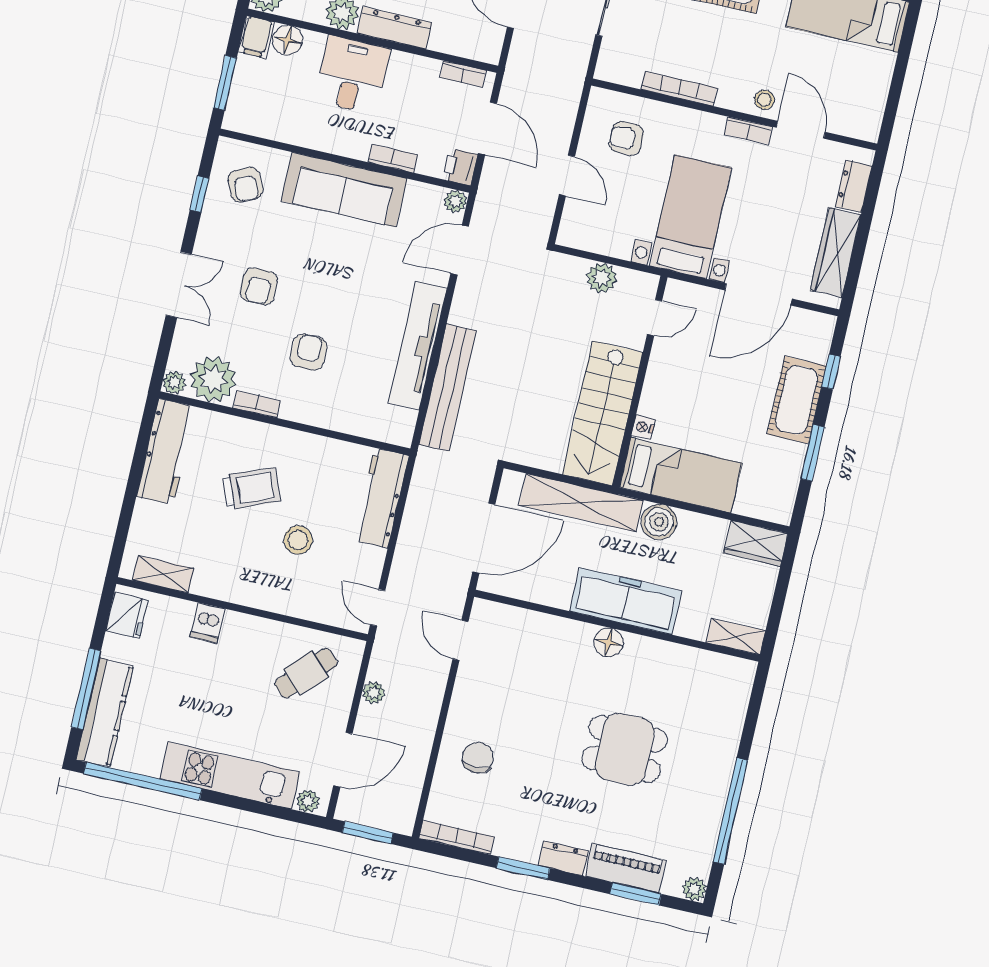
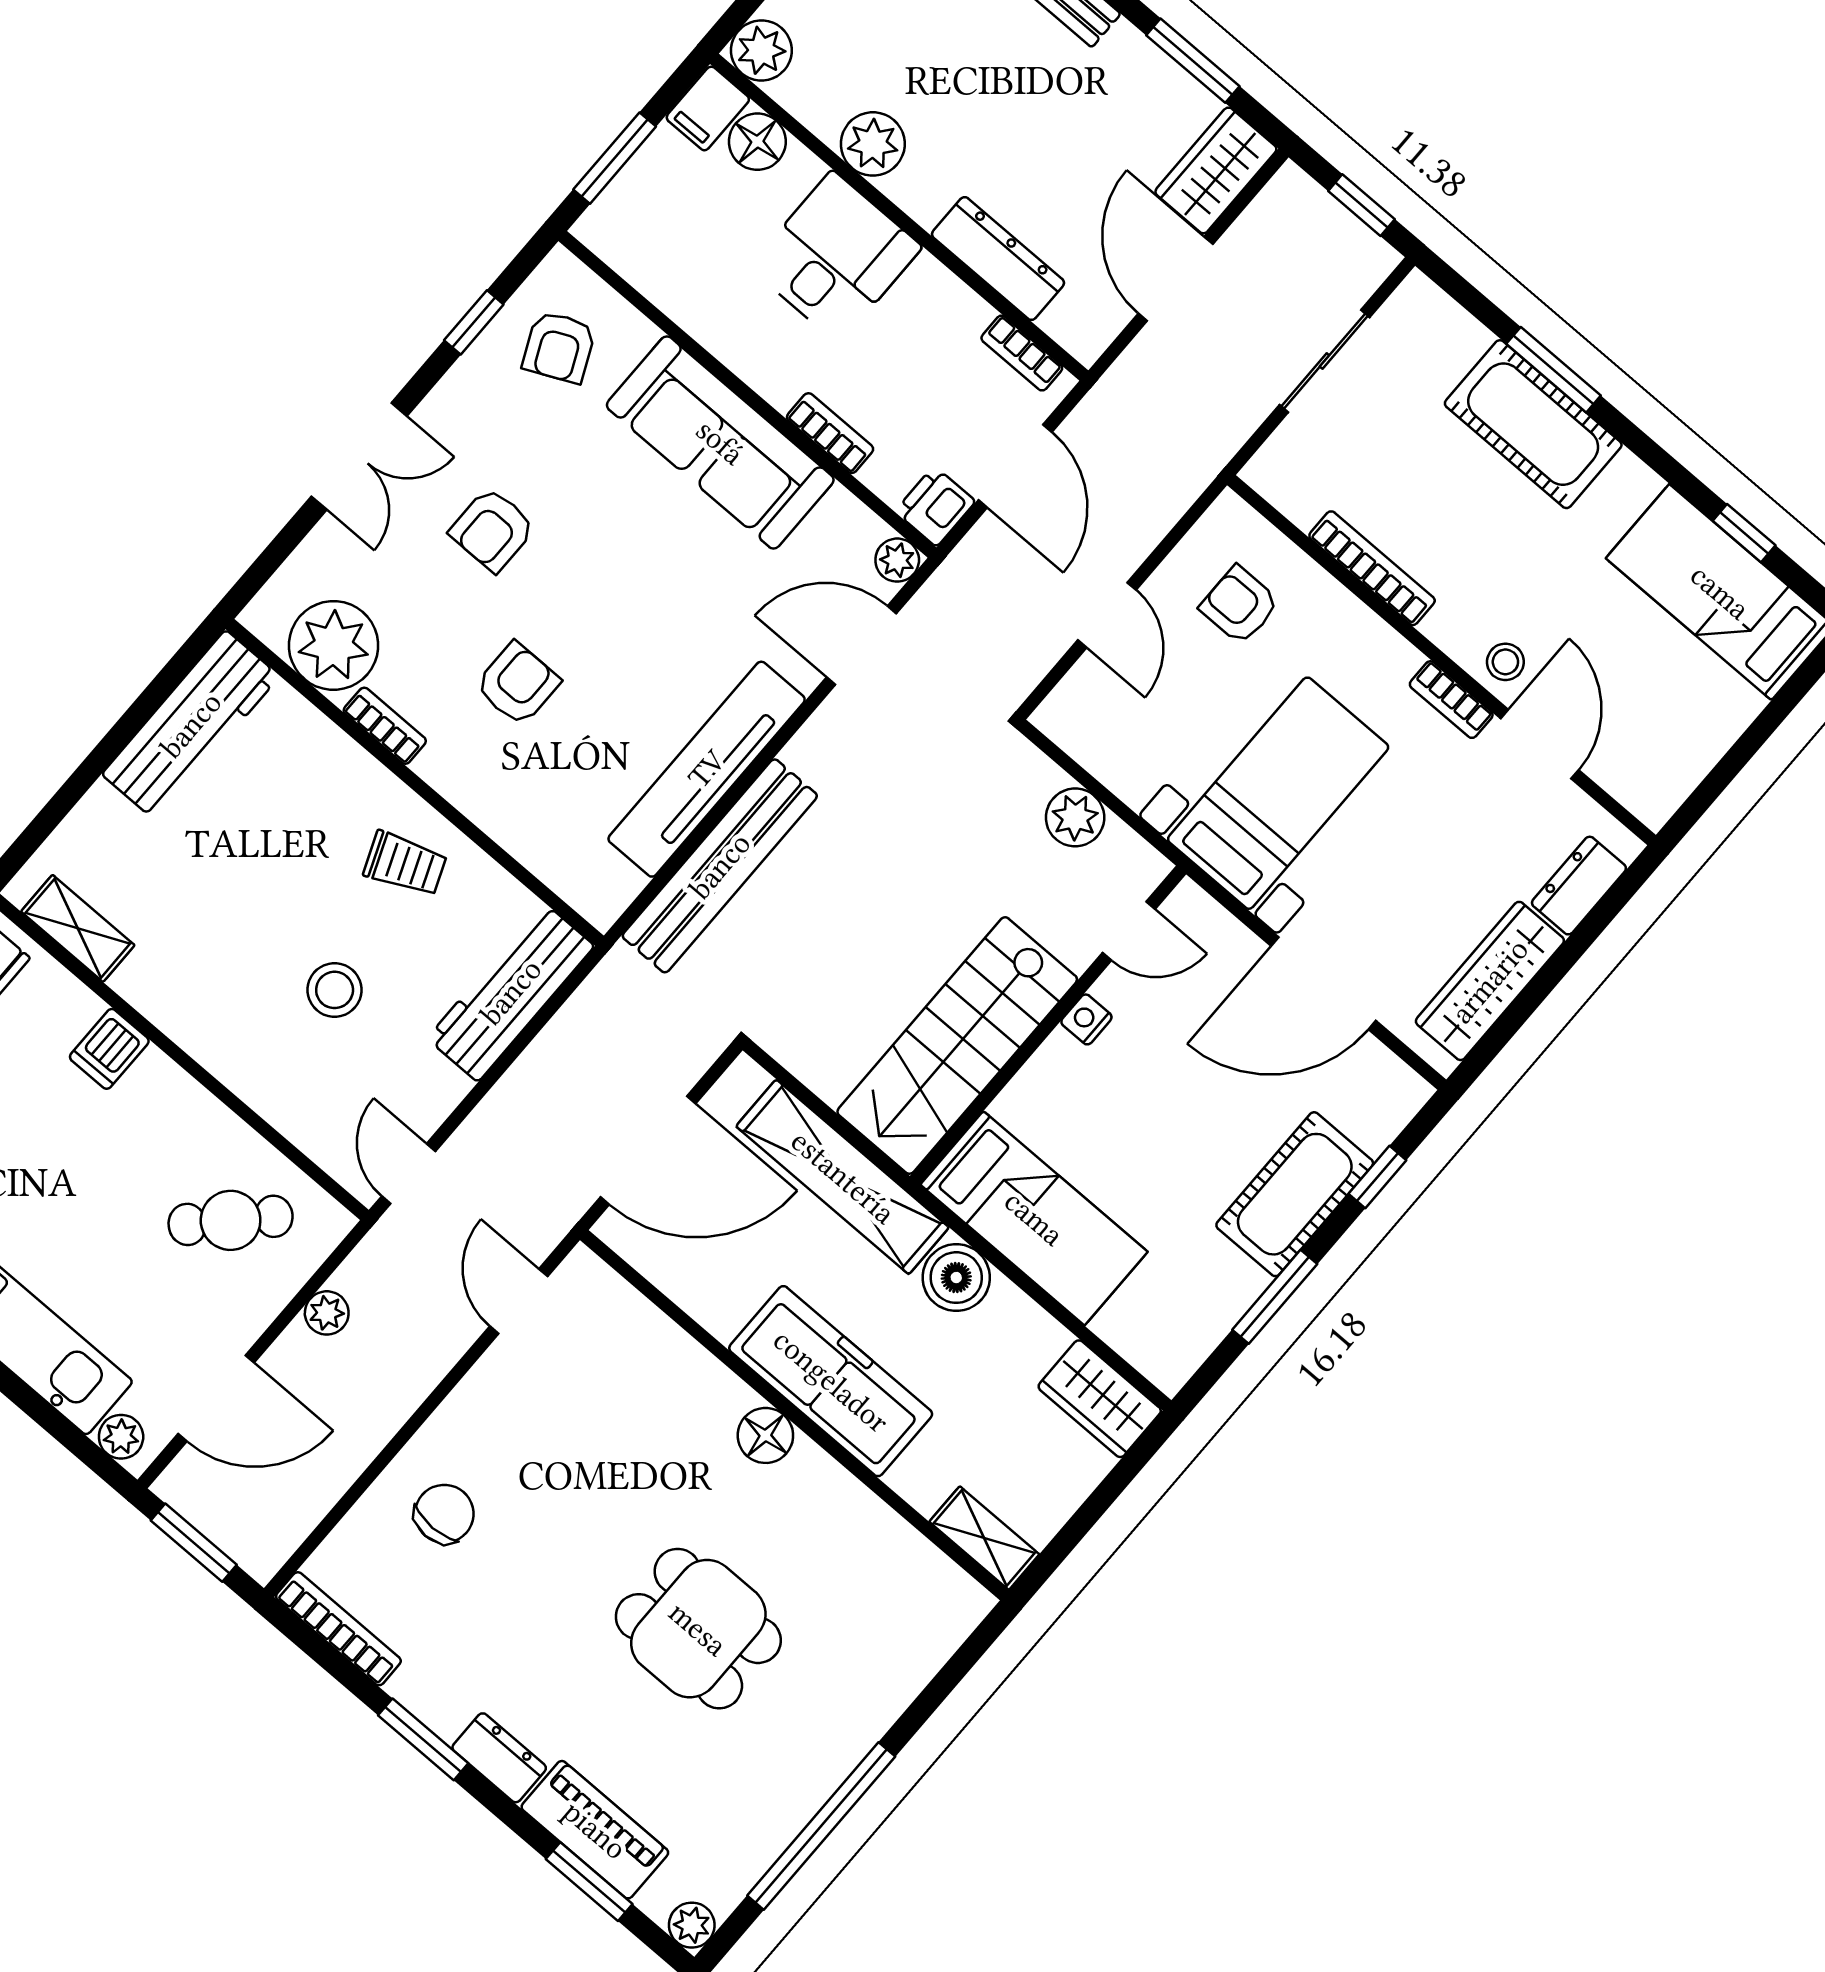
dresser: (395, 28) -> (998, 259), moved
plant: (174, 383) -> (265, 617), removed
nightstand: (643, 427) -> (1086, 1019), moved
trolley: (252, 488) -> (405, 864), moved, width x0.73, depth x0.72

